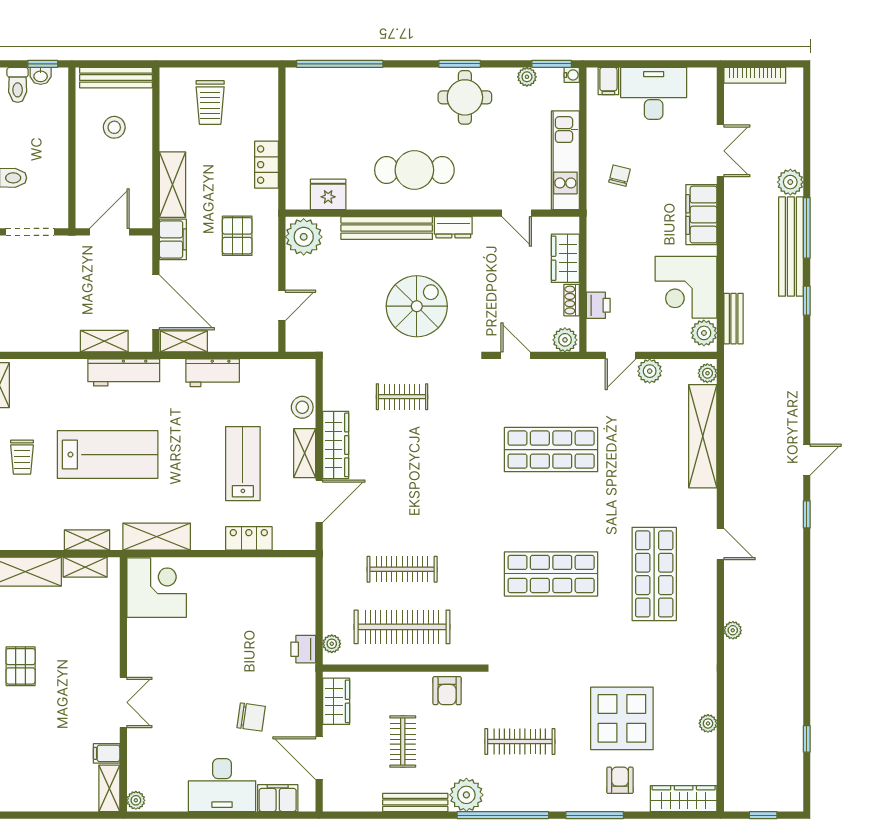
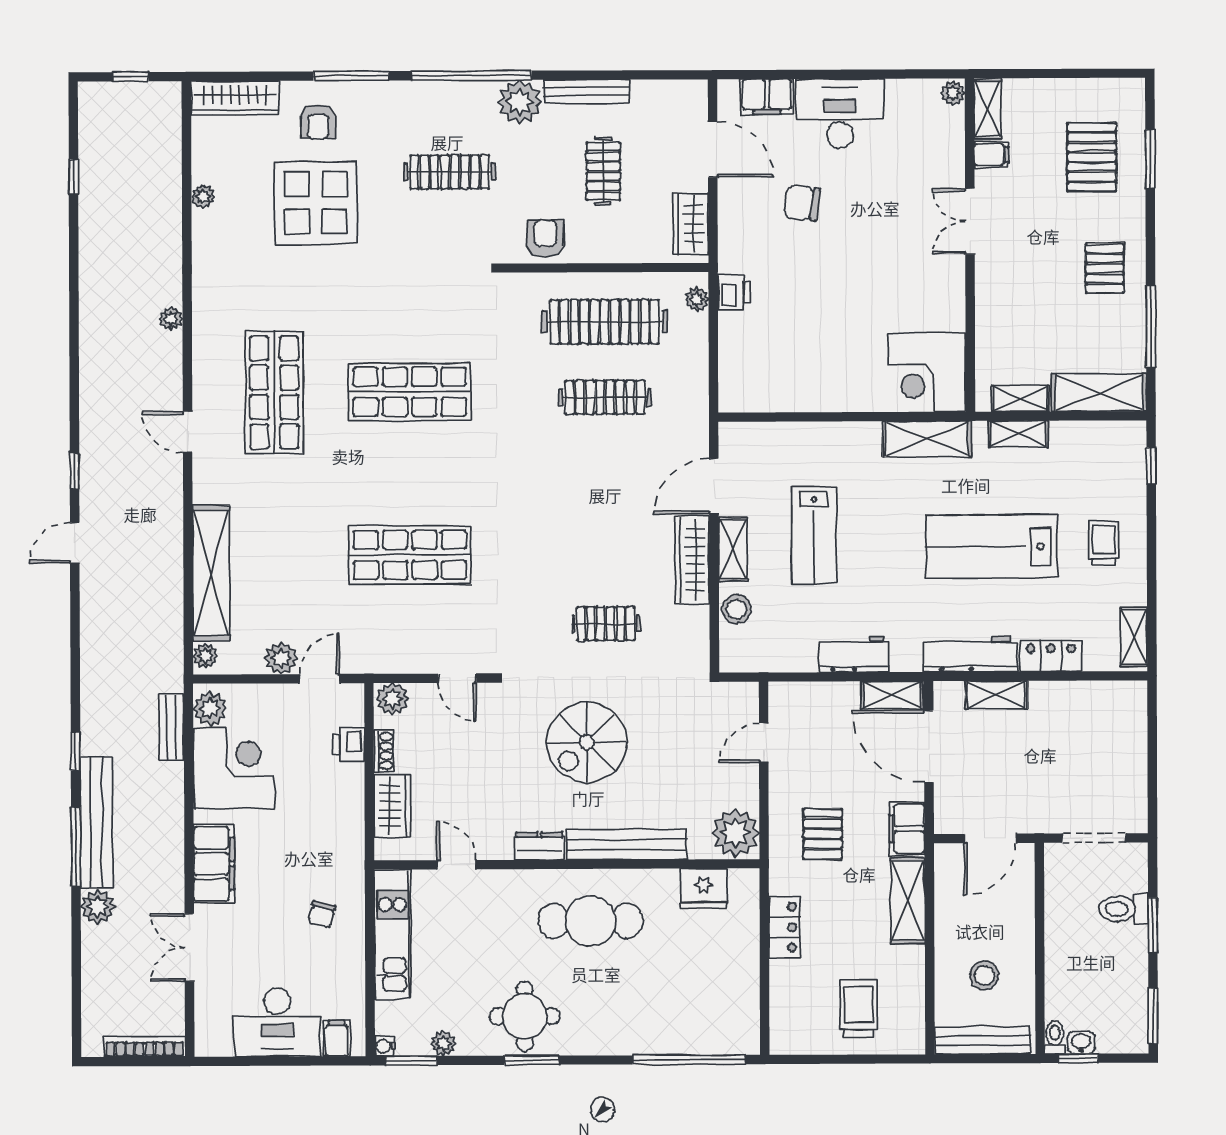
toilet: (18, 85) -> (1055, 1037), moved, width x0.73, depth x0.72
locker: (249, 538) -> (1051, 656), moved, turned 180
pallet: (30, 751) -> (1092, 157), added

